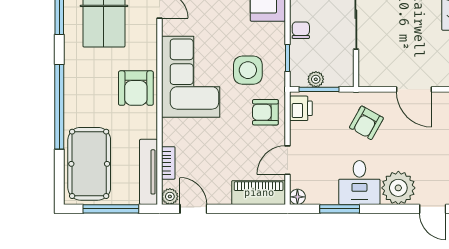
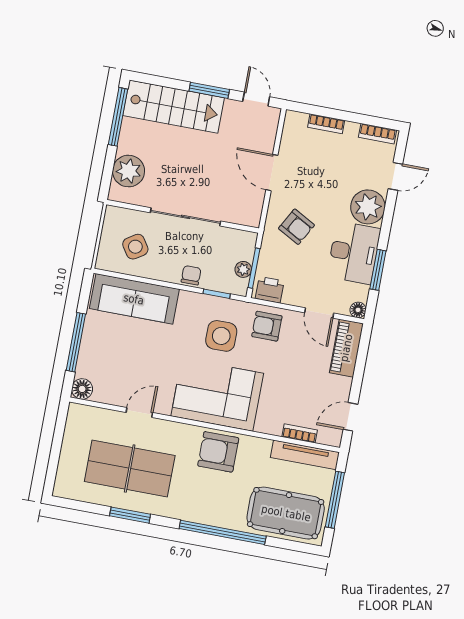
chair: (301, 30) -> (191, 275), turned 90
armchair: (136, 88) -> (218, 452), turned 180
door: (414, 89) -> (272, 173), swing flipped
armchair: (265, 112) -> (267, 326), turned 90
desk: (359, 183) -> (354, 253), width x1.37
plant: (170, 196) -> (334, 438), removed

